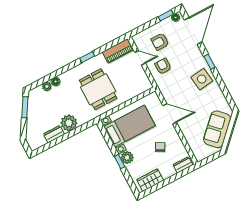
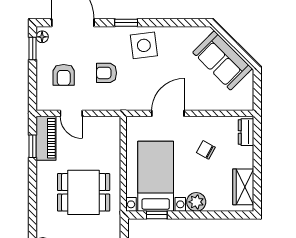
window: (87, 57) -> (33, 146), moved
door: (140, 58) -> (71, 113), swing flipped
armchair: (163, 66) -> (107, 73), moved
window: (120, 162) -> (157, 215), moved

